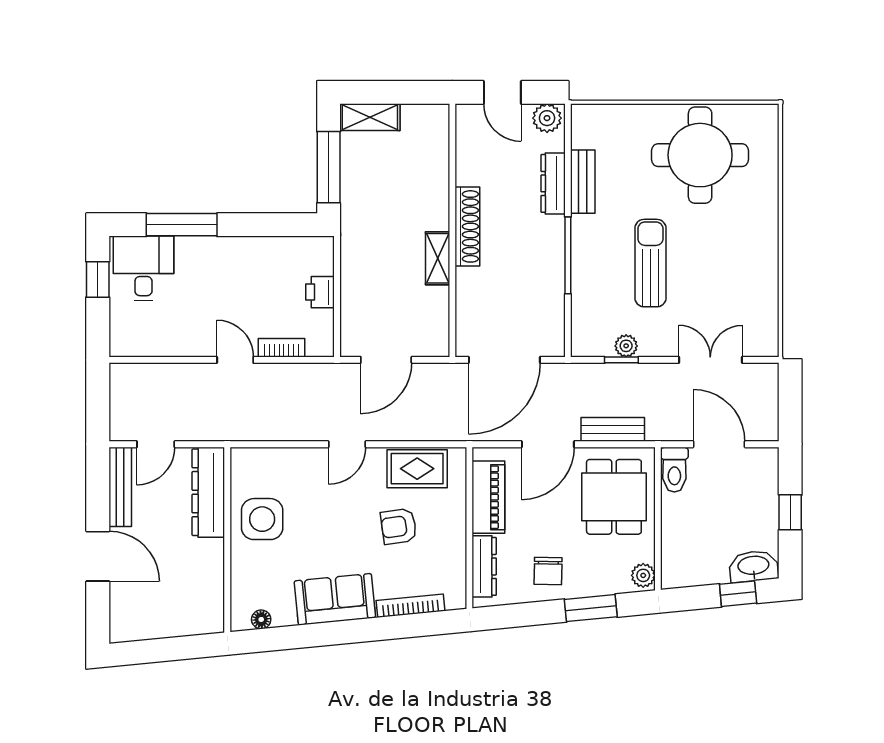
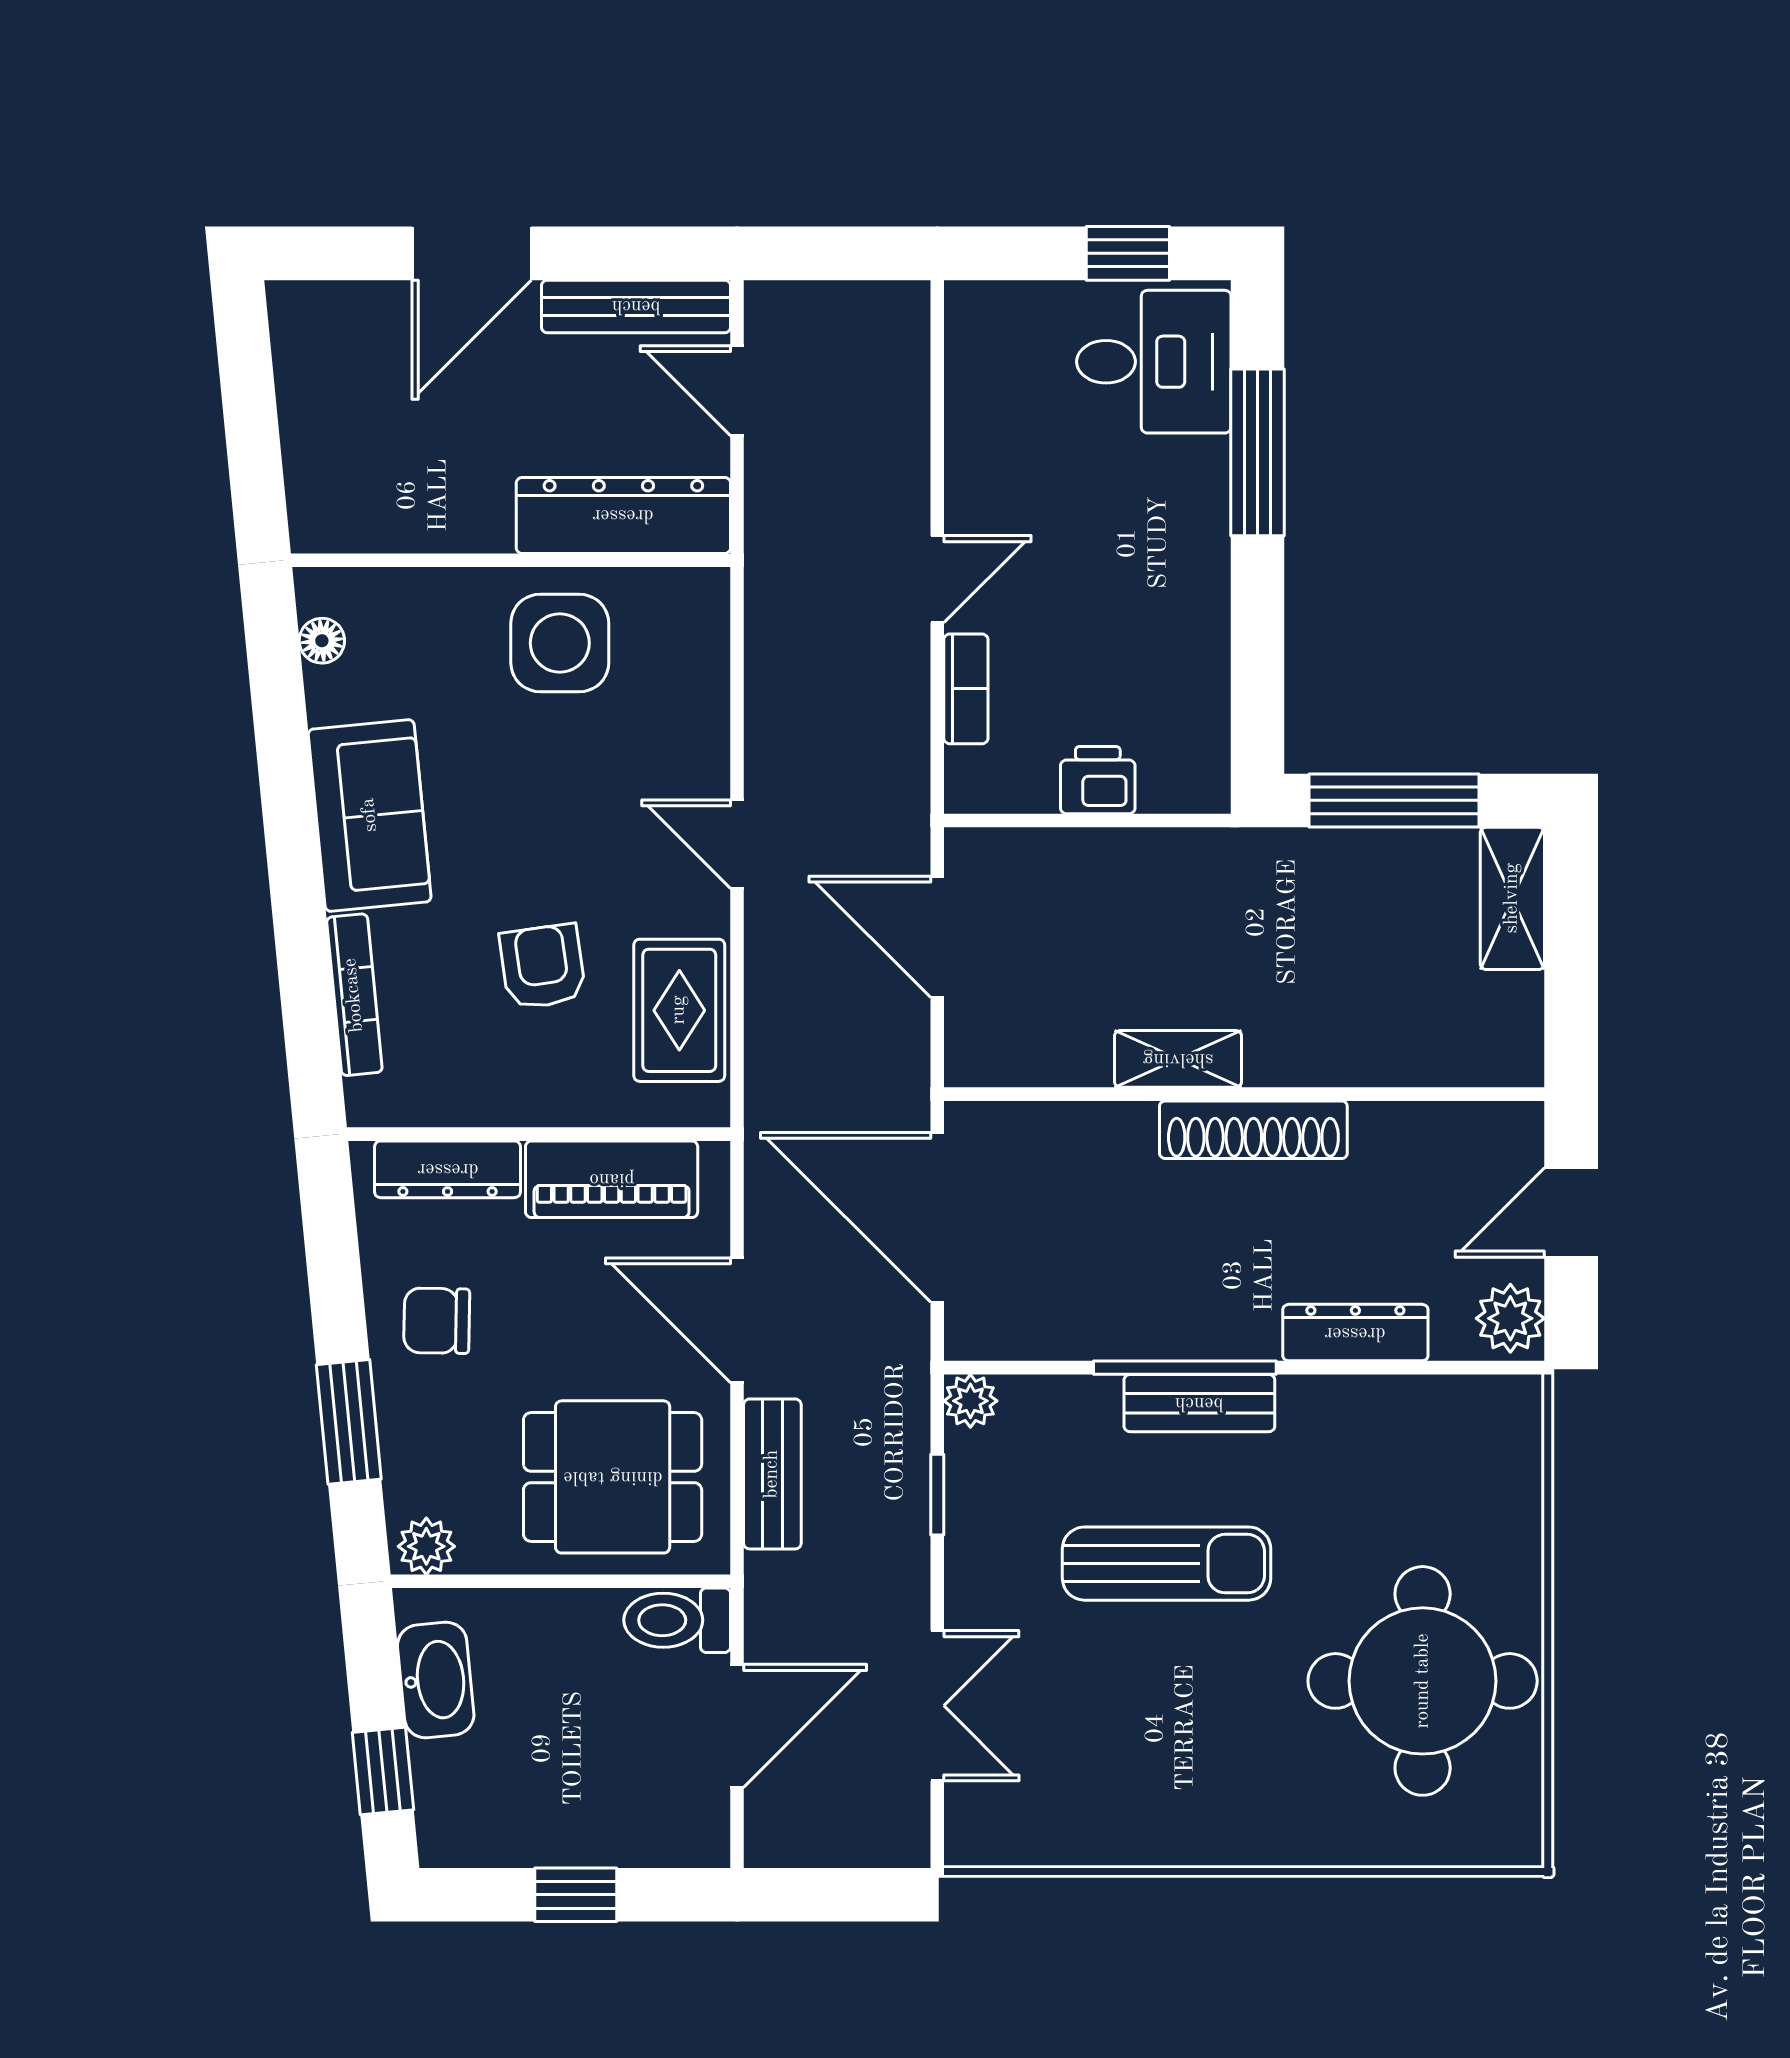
bench: (583, 182) -> (1199, 1403), moved
plant: (626, 346) -> (970, 1401), moved
washbasin: (753, 566) -> (436, 1680), moved

